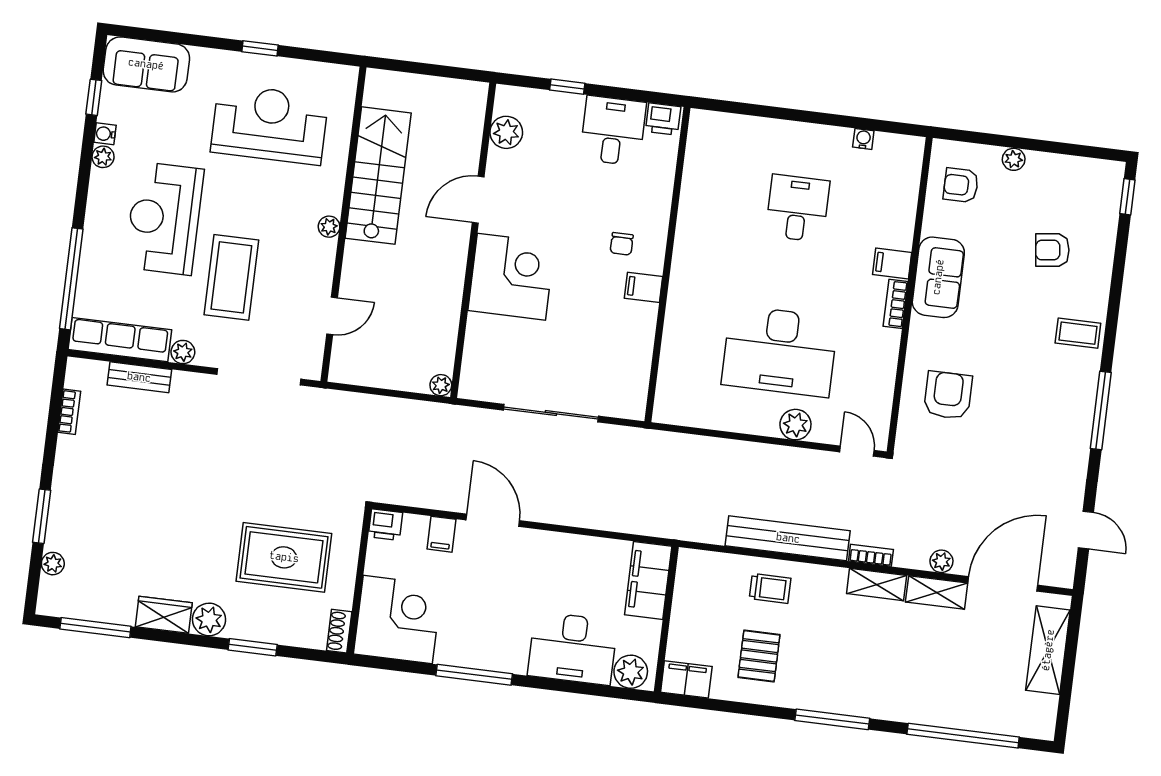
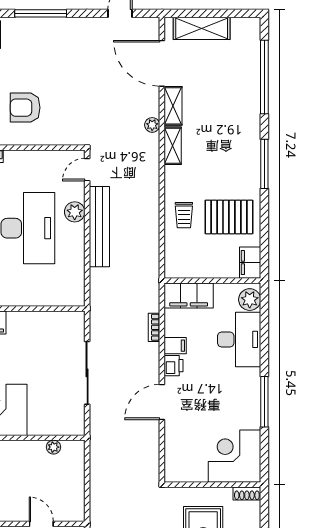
plant: (441, 385) -> (53, 447), moved
armchair: (948, 395) -> (25, 108), moved
printer: (385, 525) -> (174, 366), moved
filing cabinet: (441, 534) -> (175, 346), moved
bench: (788, 538) -> (99, 227), moved
bookcase: (871, 555) -> (154, 327), moved
plant: (941, 561) -> (152, 125), moved
trolley: (770, 588) -> (184, 215), turned 180
pallet: (759, 656) -> (229, 217), width x1.50, depth x1.42

